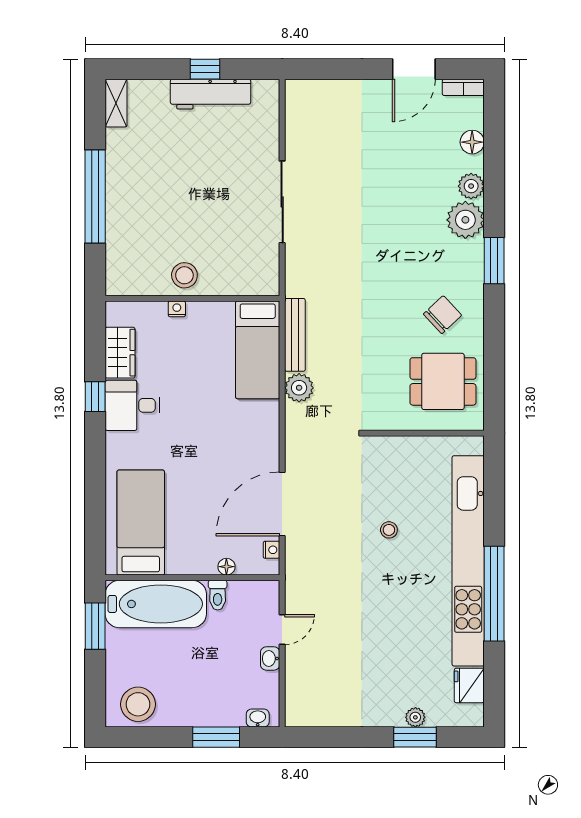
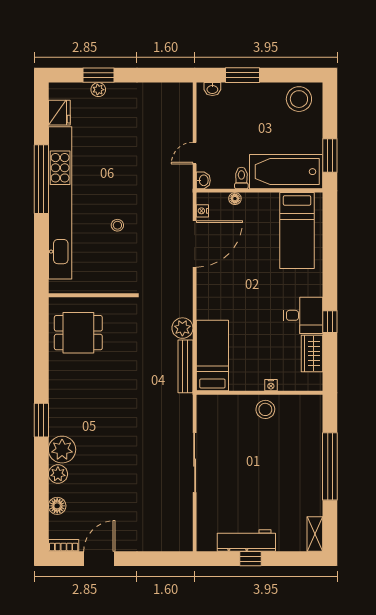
chair: (443, 315) -> (79, 381), removed
washbasin: (270, 658) -> (203, 180), moved

